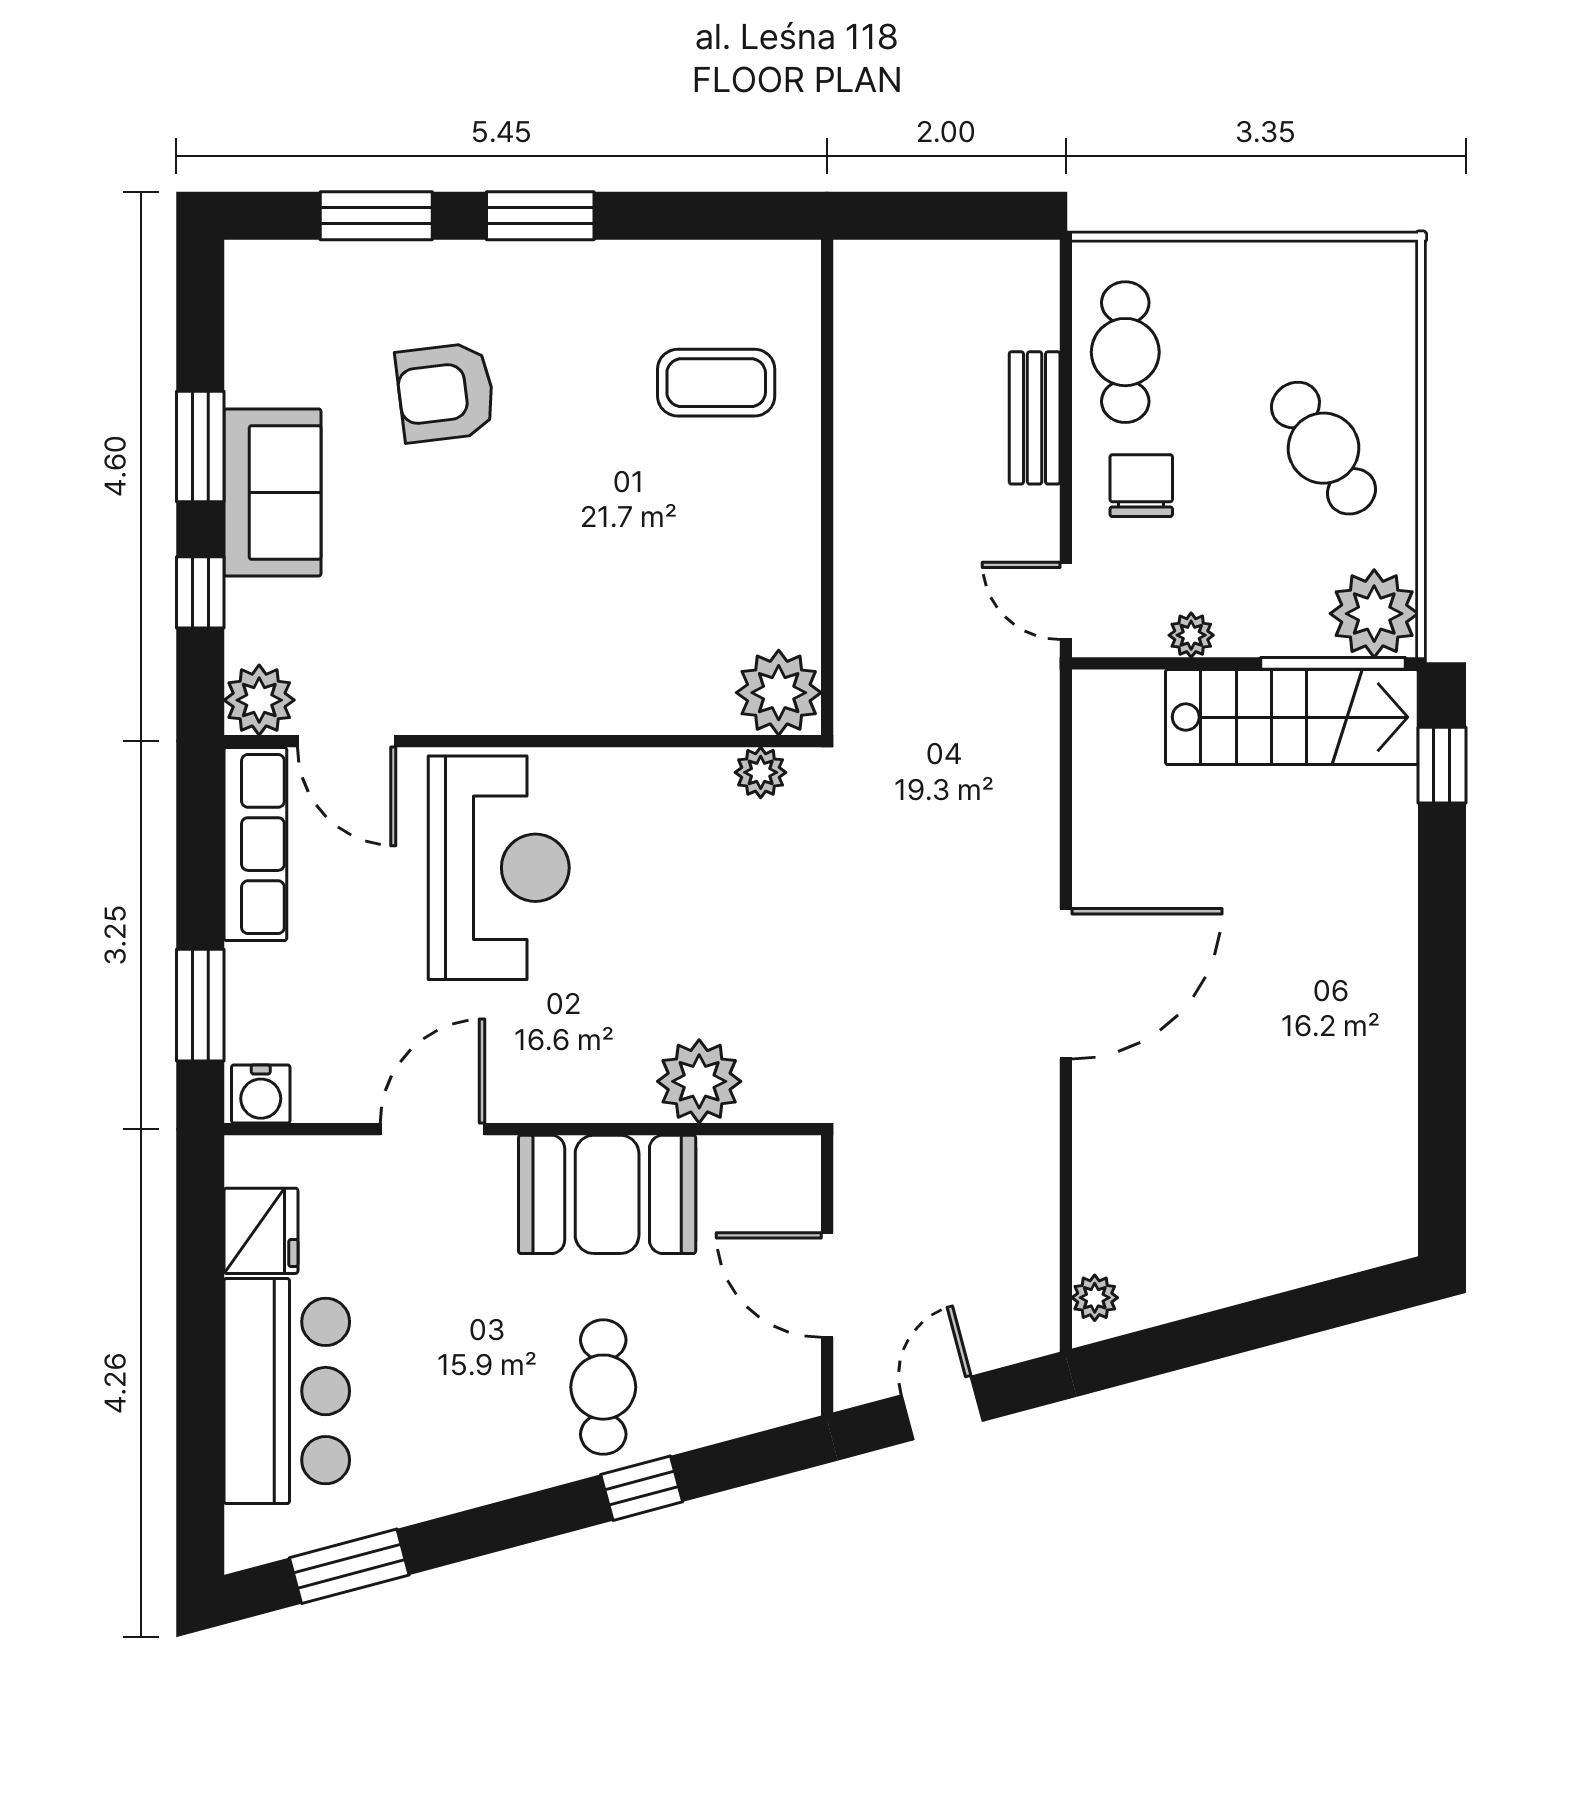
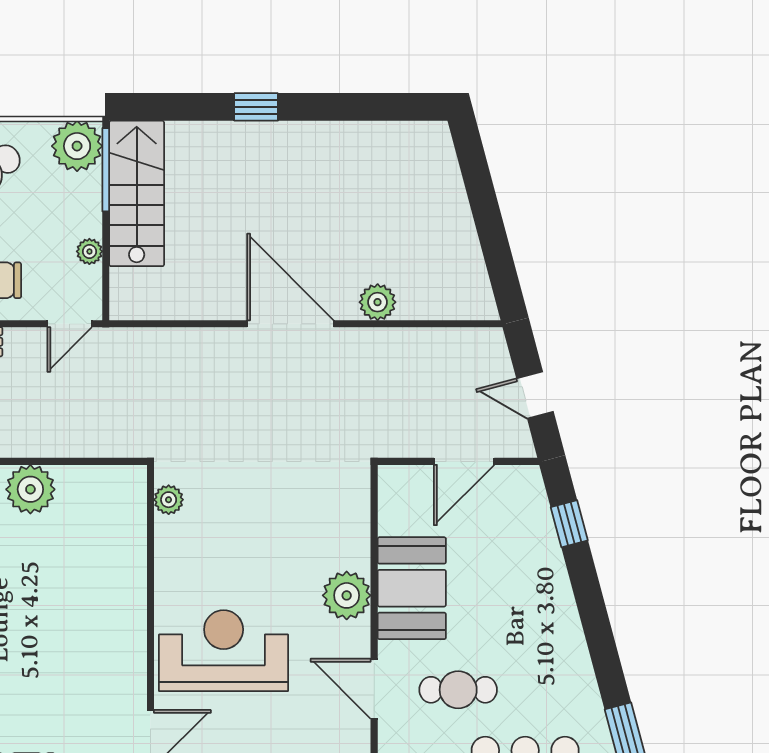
plant: (779, 693) -> (30, 489), moved
window: (1442, 765) -> (256, 107), moved
plant: (699, 1081) -> (347, 595), moved
plant: (1095, 1298) -> (378, 302), moved, width x1.38, depth x1.38
cafe table: (603, 1387) -> (458, 690), moved
window: (642, 1488) -> (569, 524), moved

